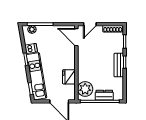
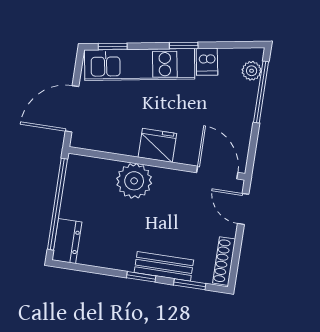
door: (76, 37) -> (217, 173), hinge flipped
bench: (119, 65) -> (164, 266), moved
fridge: (69, 77) -> (157, 145), moved
plant: (85, 89) -> (134, 181), moved
dresser: (104, 95) -> (67, 241), moved

